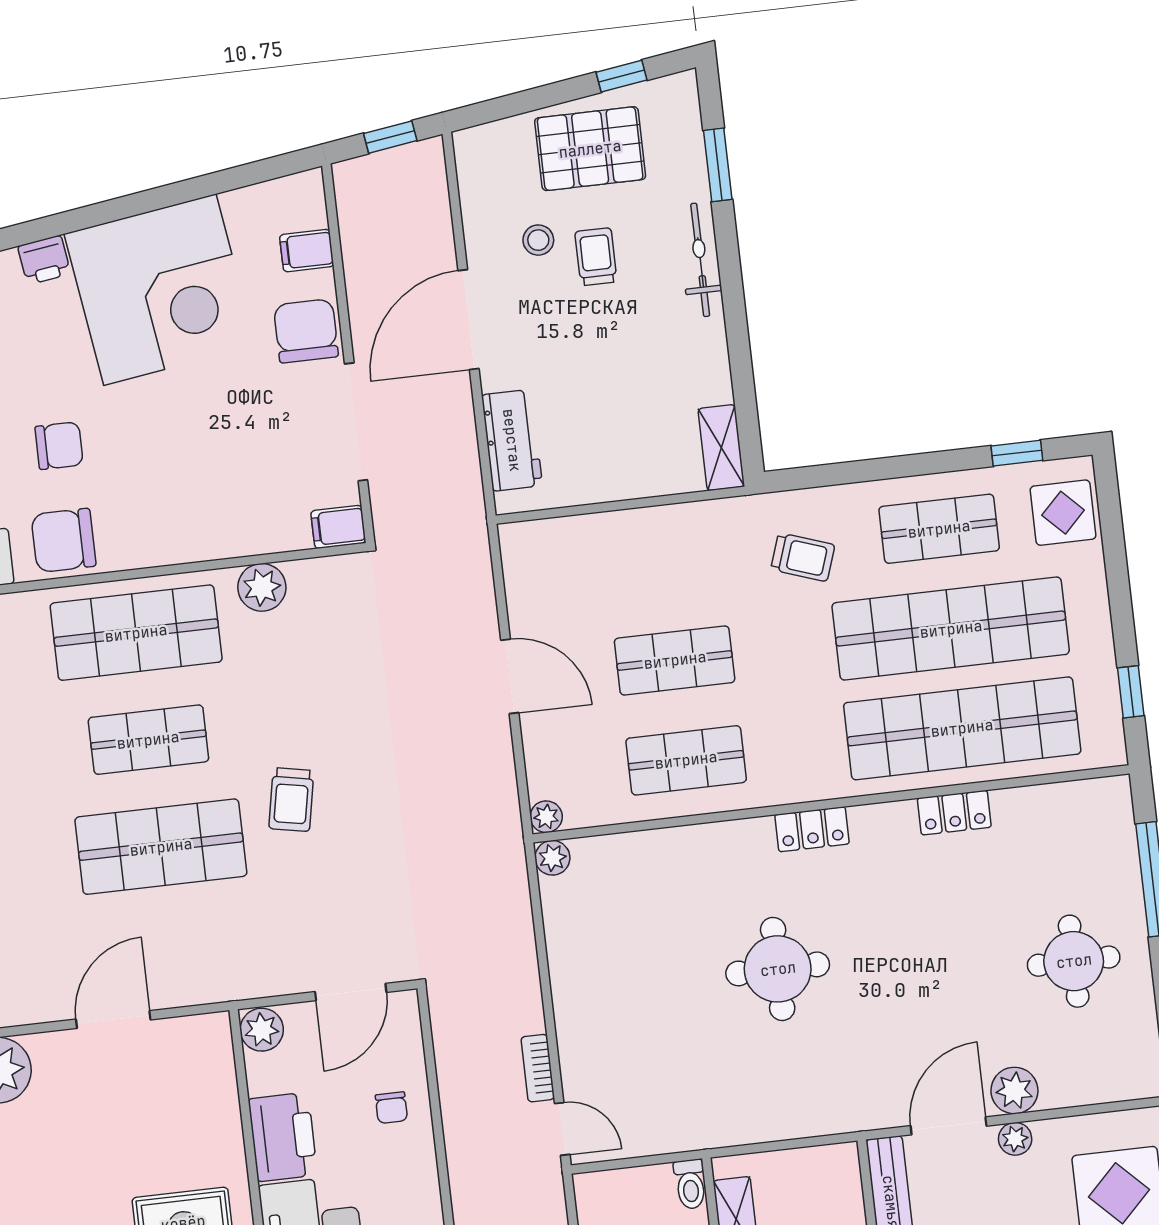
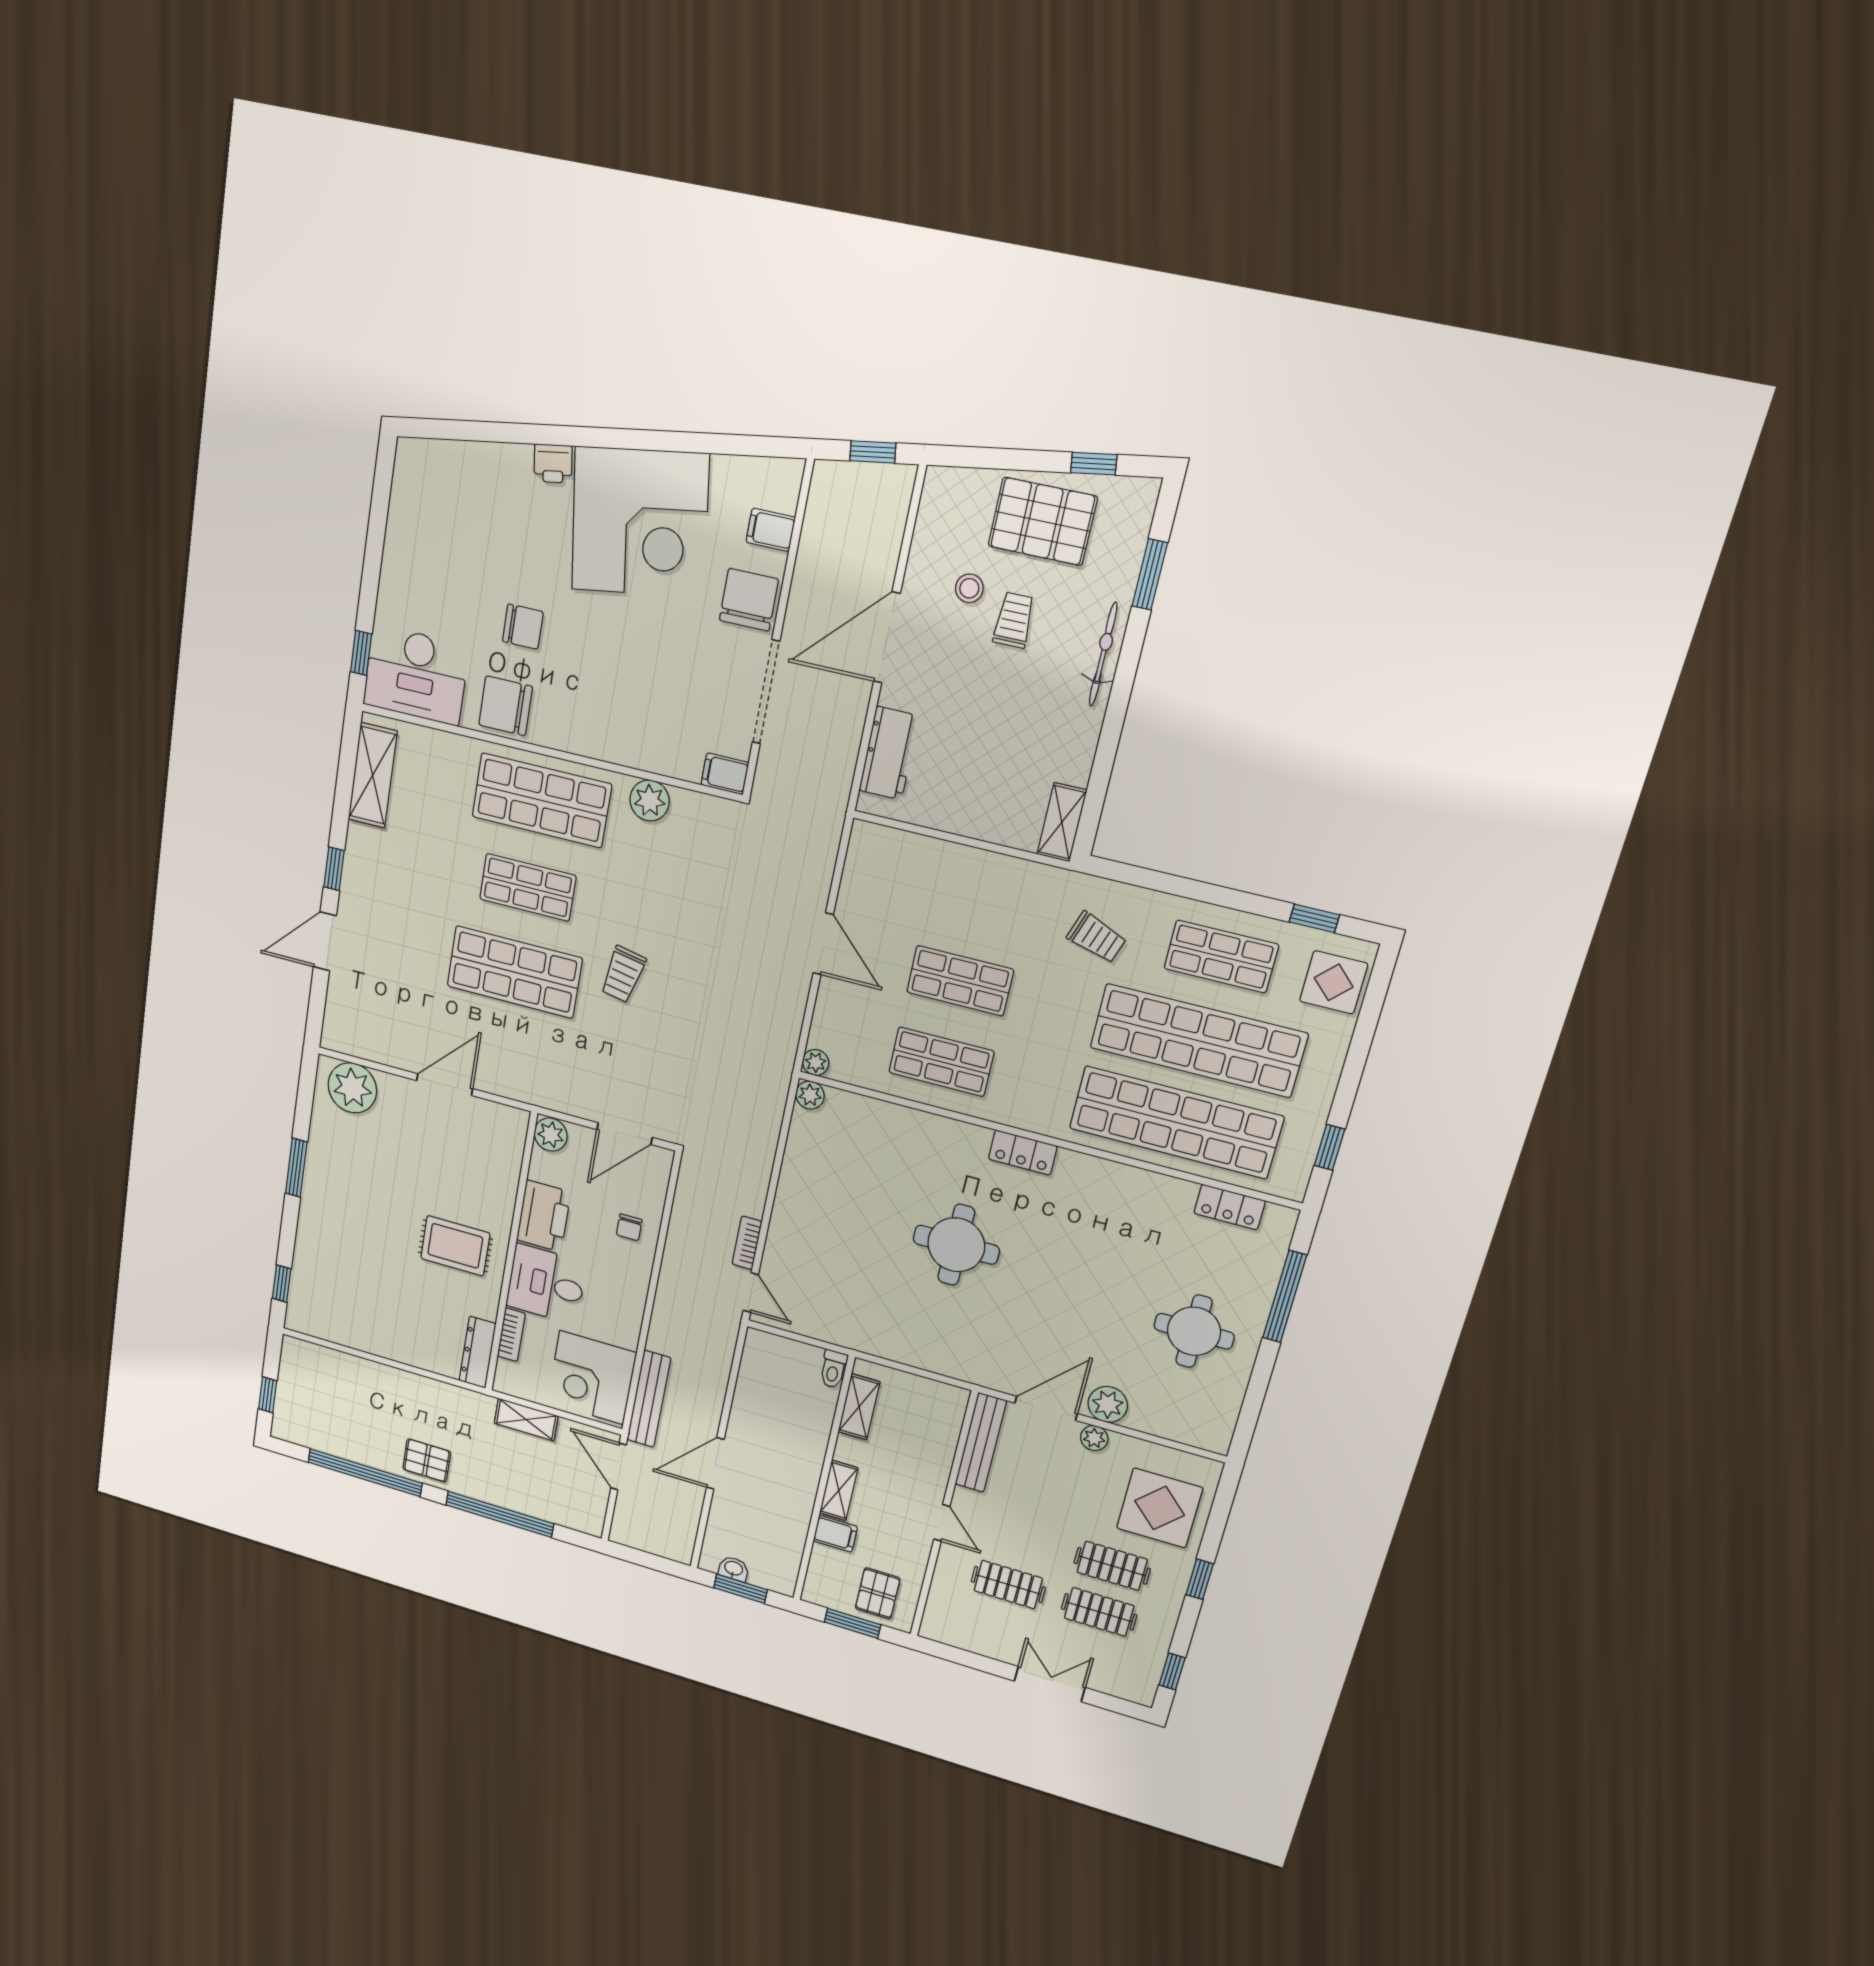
locker: (954, 813) -> (1230, 1207), moved

